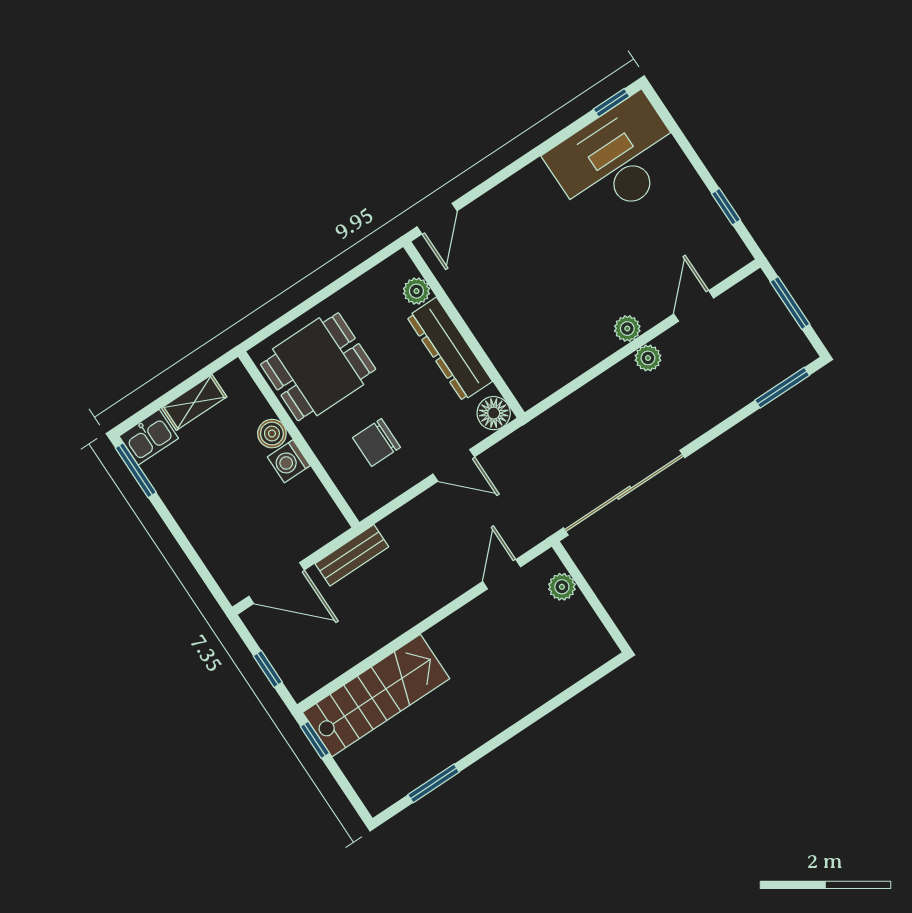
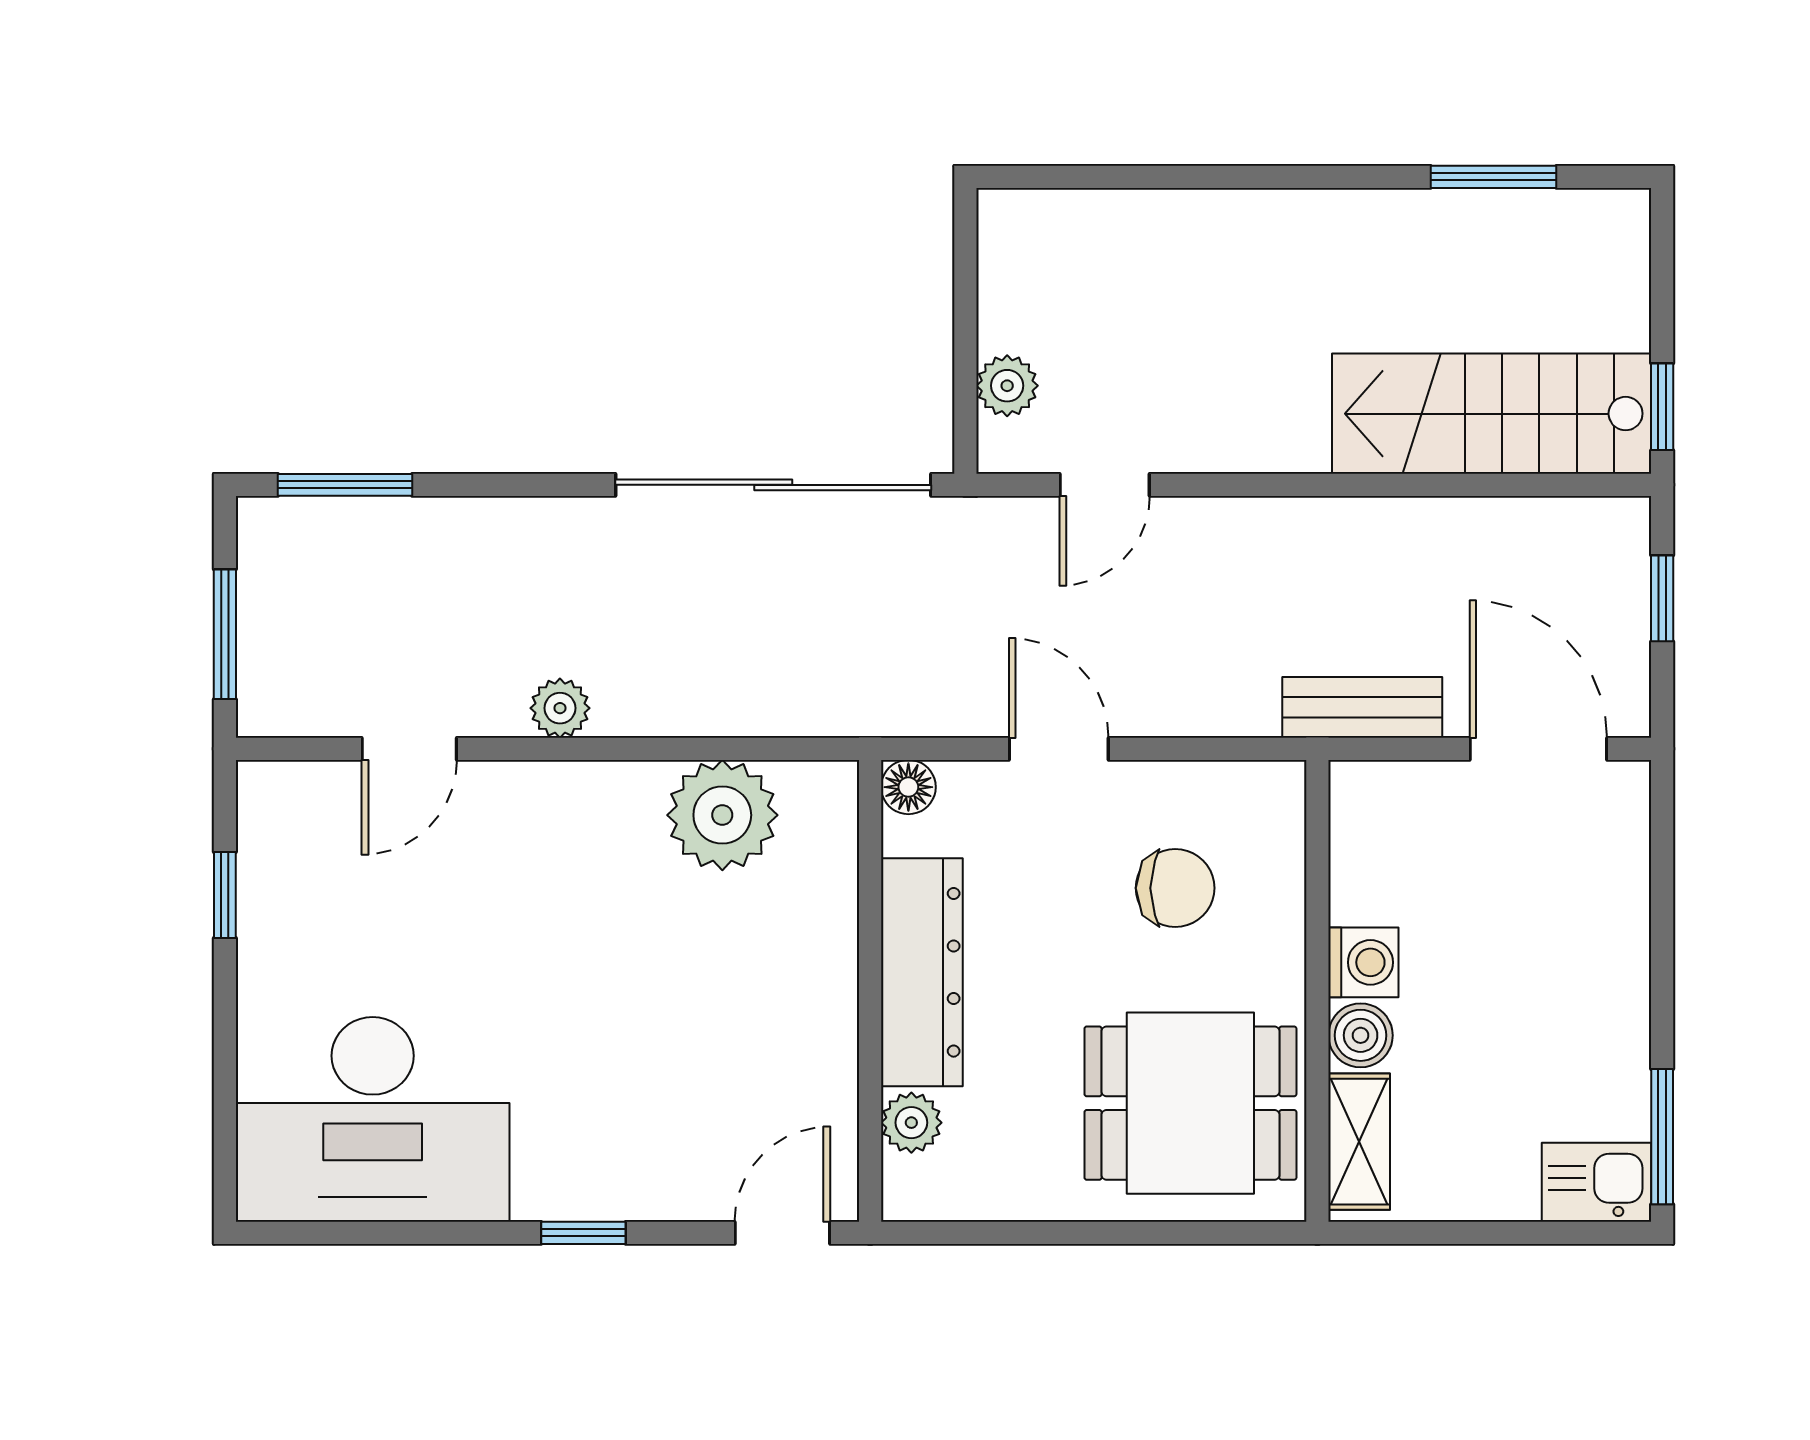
window: (612, 103) -> (583, 1233), moved
plant: (627, 329) -> (722, 815), moved, width x1.87, depth x1.87
shelving: (194, 402) -> (1359, 1142), moved, turned 90
floor lamp: (494, 413) -> (908, 787), width x0.73, depth x0.73

